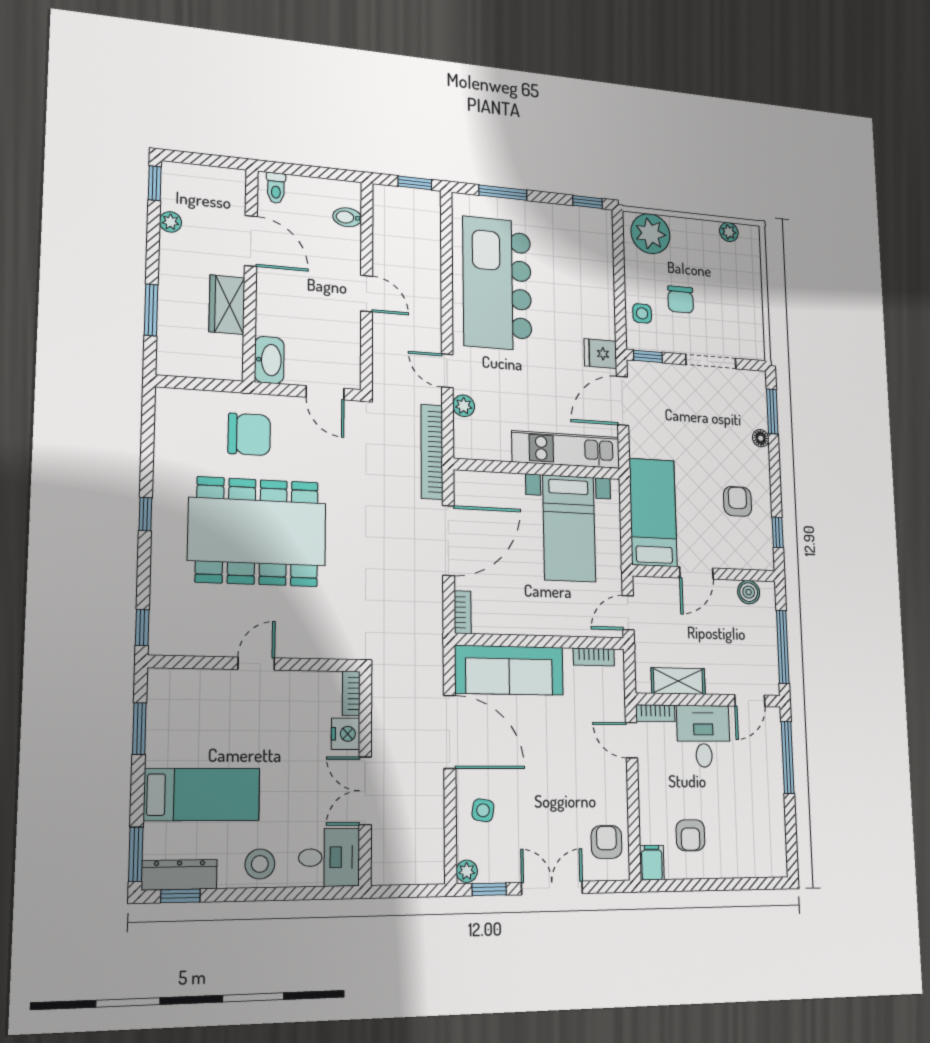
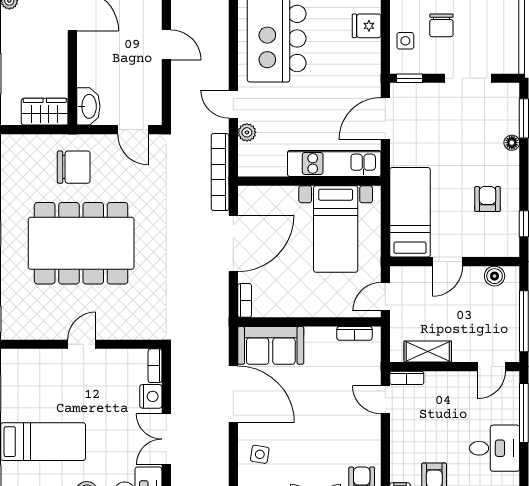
wardrobe: (227, 305) -> (45, 112), moved, turned 90
fridge: (600, 354) -> (367, 26), moved
sofa: (509, 670) -> (271, 345), width x0.73
desk: (703, 736) -> (494, 448), moved, turned 90

